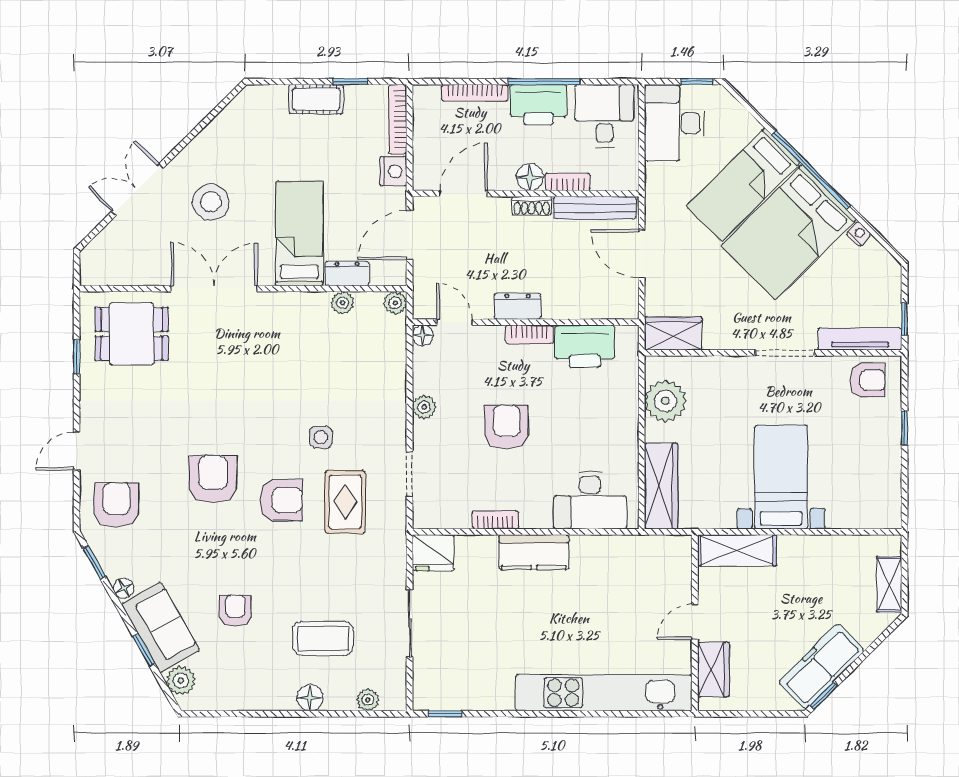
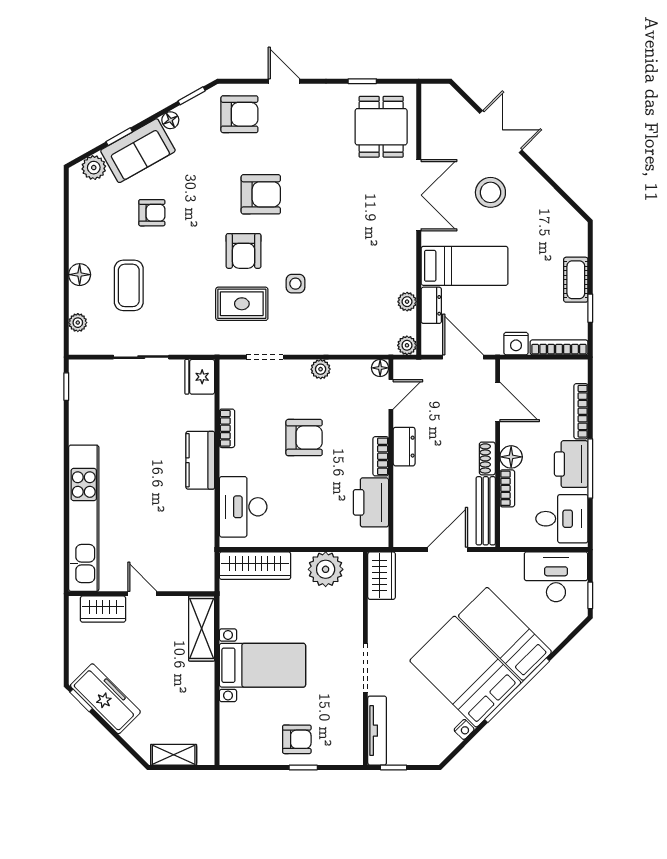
armchair: (868, 380) -> (297, 739), moved, turned -90

